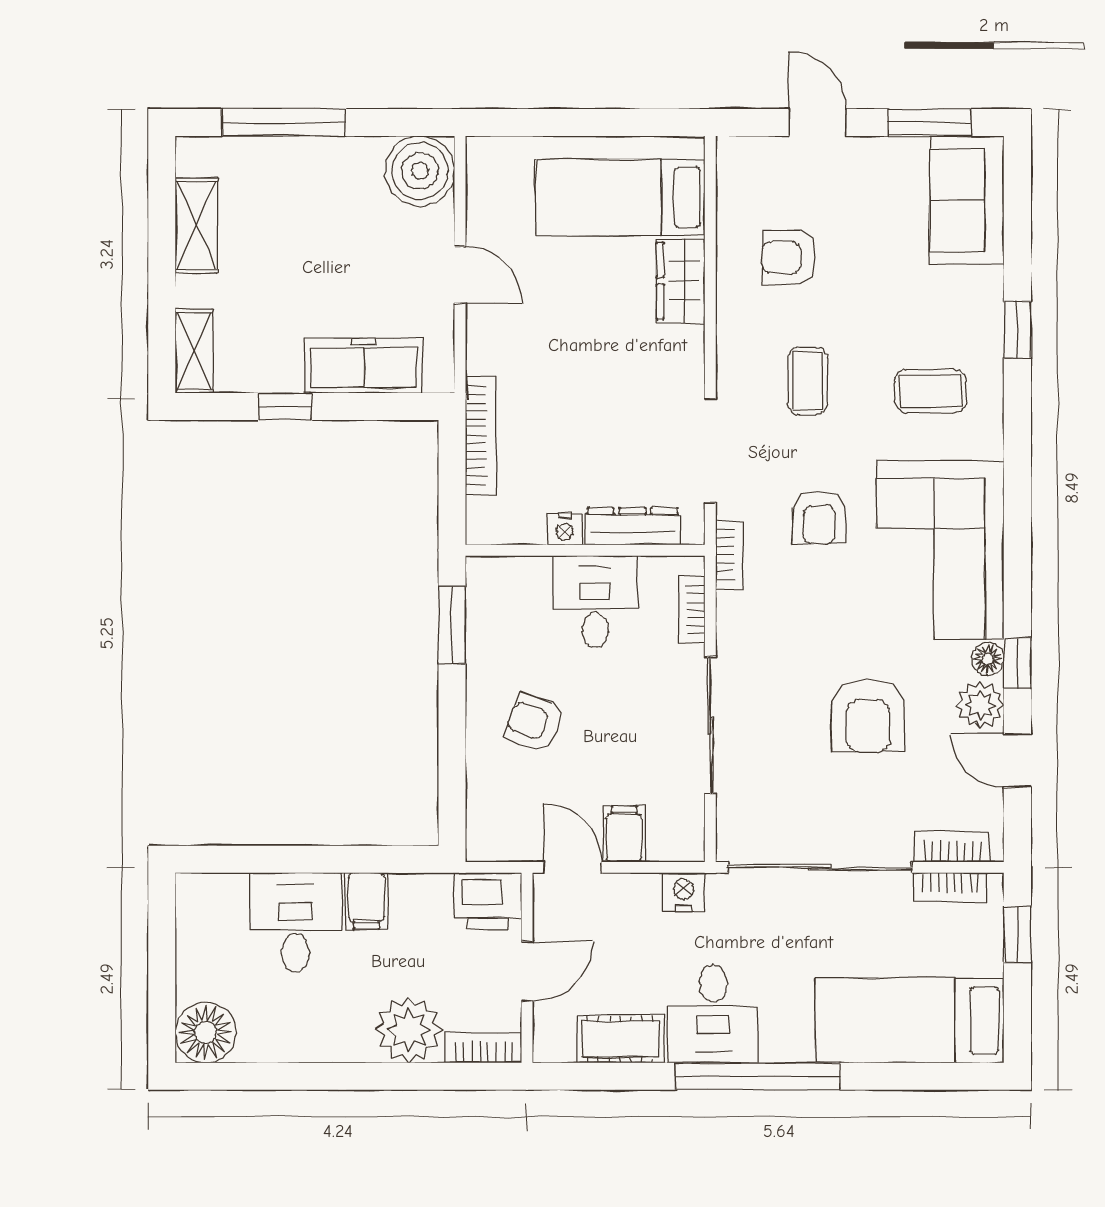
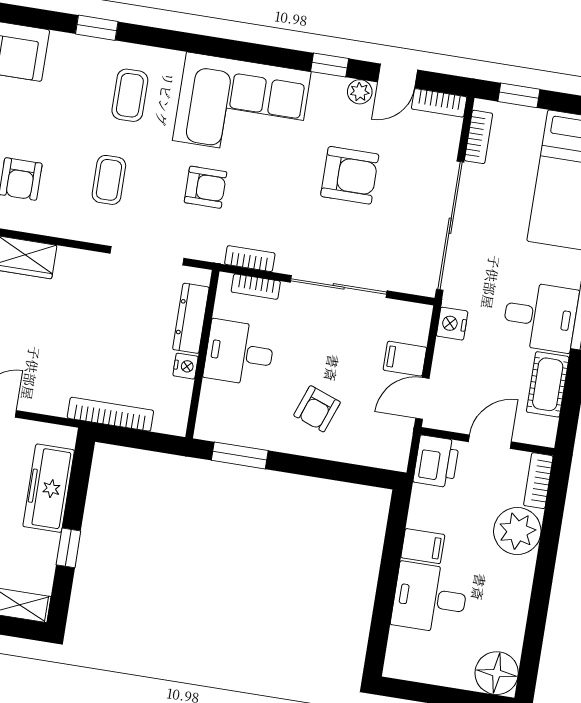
coffee table: (808, 381) -> (109, 180), turned 90
bookcase: (729, 555) -> (250, 259), moved
floor lamp: (988, 659) -> (323, 85), removed
plant: (980, 705) -> (360, 92), width x0.73, depth x0.73
bookcase: (952, 847) -> (439, 103), moved, turned -90
door: (527, 971) -> (490, 442), hinge flipped

